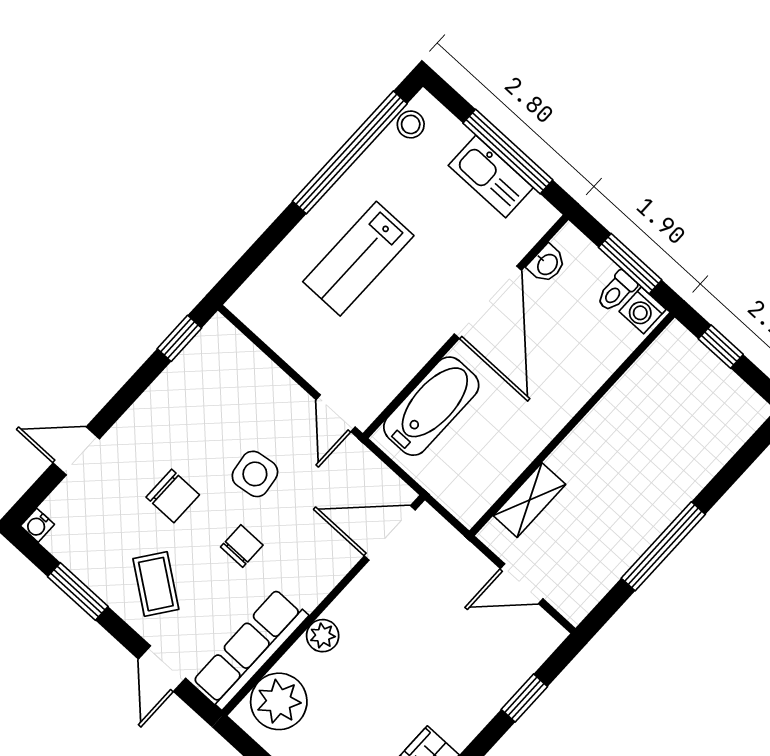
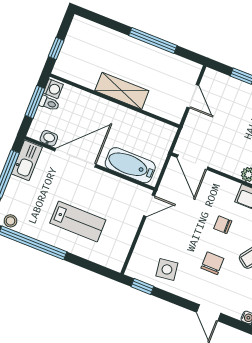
kitchen sink: (491, 177) -> (27, 160), moved
side table: (255, 474) -> (167, 269), moved
shelving: (529, 500) -> (122, 91), moved, width x1.50, depth x1.33

